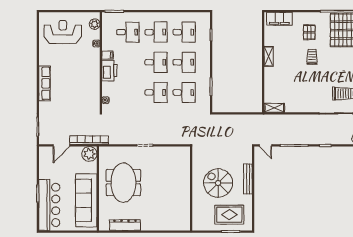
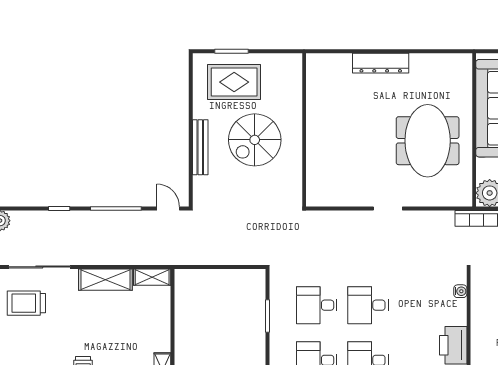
shelving: (300, 106) -> (105, 280), added
spiral stairs: (218, 183) -> (255, 140), turned 90
dresser: (125, 225) -> (381, 63), moved

